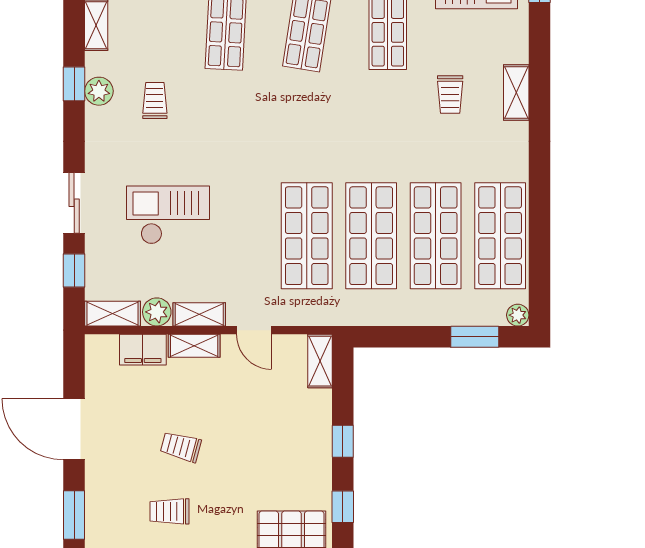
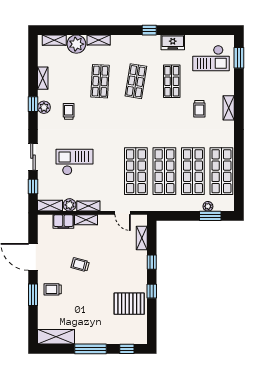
plant: (518, 315) -> (208, 206), moved
door: (254, 330) -> (123, 213), moved
shelving: (320, 361) -> (142, 238), moved
trolley: (169, 511) -> (53, 289), moved

